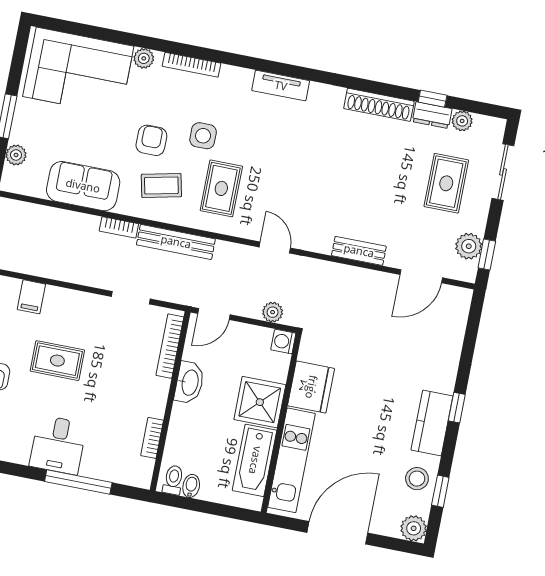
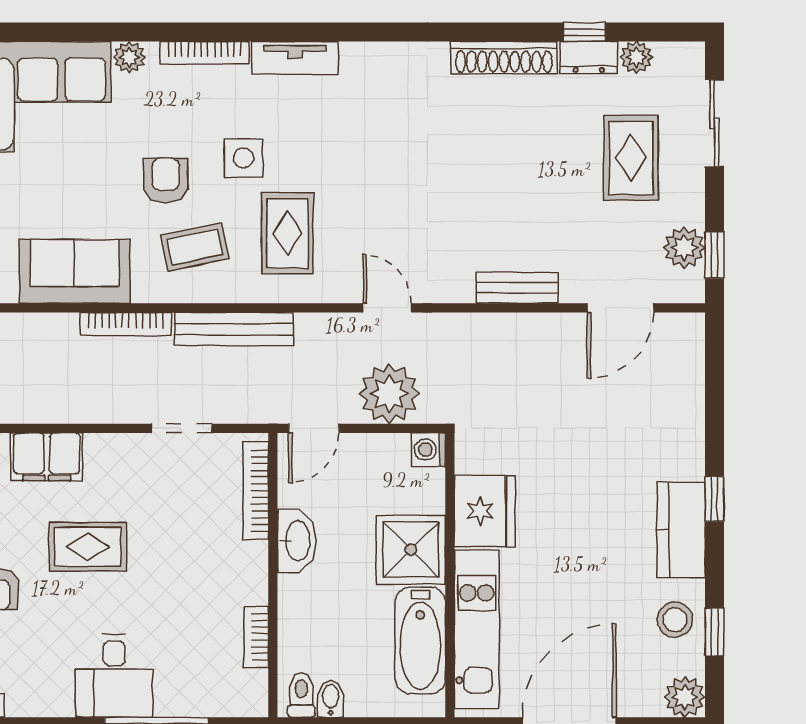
tv unit: (281, 86) -> (295, 58), moved
bookcase: (119, 227) -> (126, 324), width x1.56
filing cabinet: (31, 297) -> (47, 457), width x2.00
plant: (273, 312) -> (389, 394), width x1.88, depth x1.88

